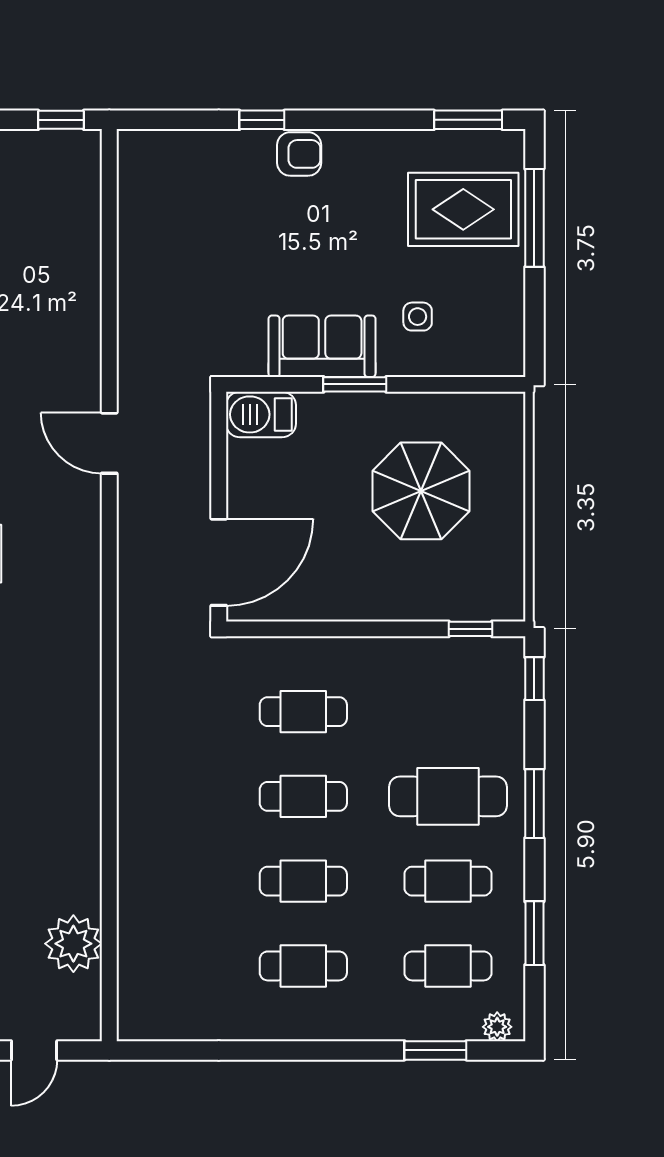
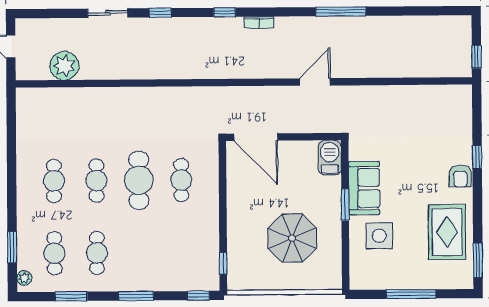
rug: (463, 209) -> (447, 232), moved
window: (534, 218) -> (411, 294), moved
side table: (418, 317) -> (379, 236), width x1.87, depth x1.87
cafe table: (303, 796) -> (139, 180), width x1.37, depth x1.35
cafe table: (448, 796) -> (139, 253), removed

